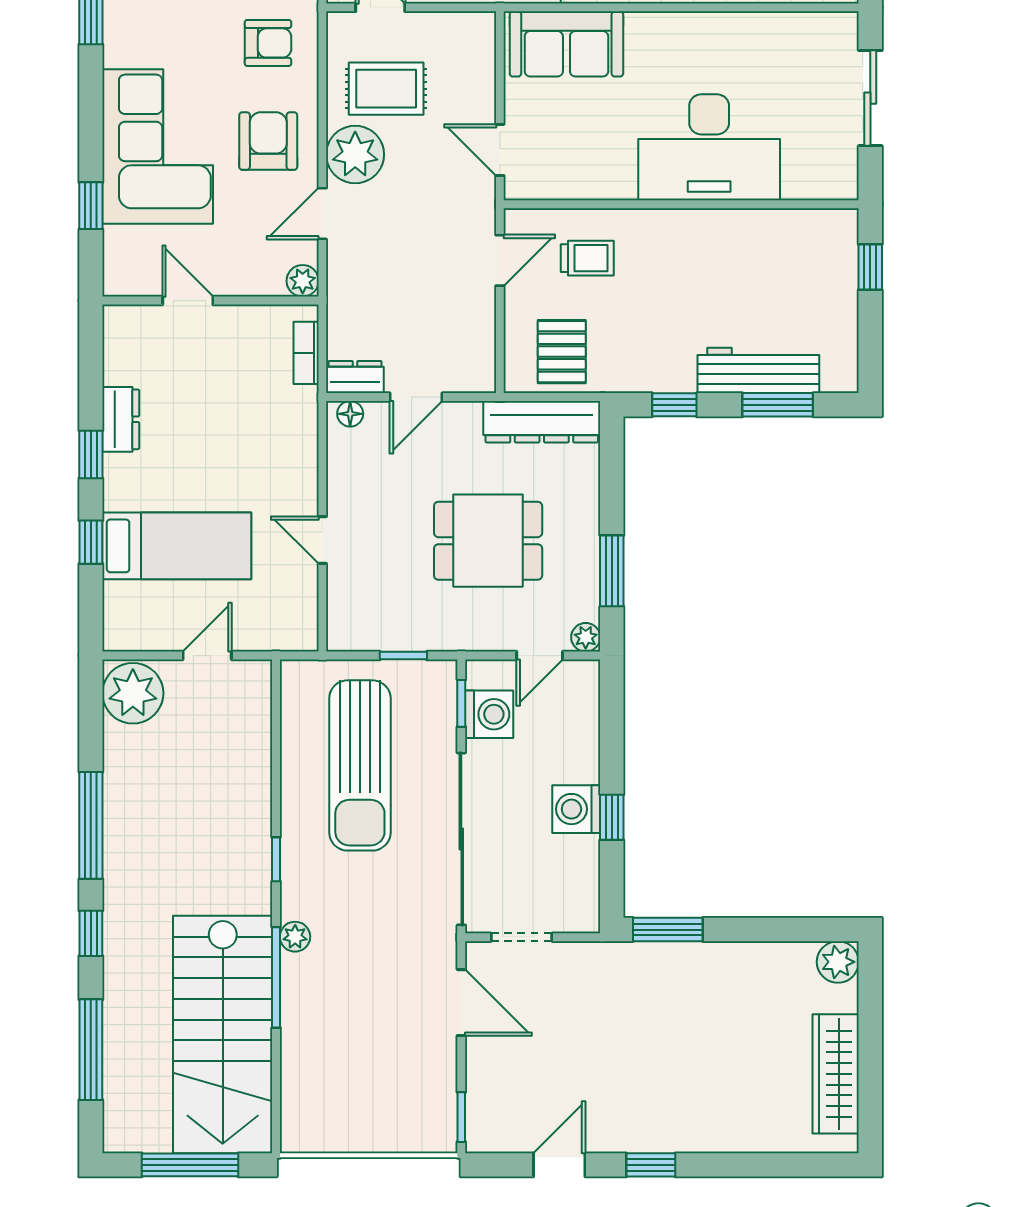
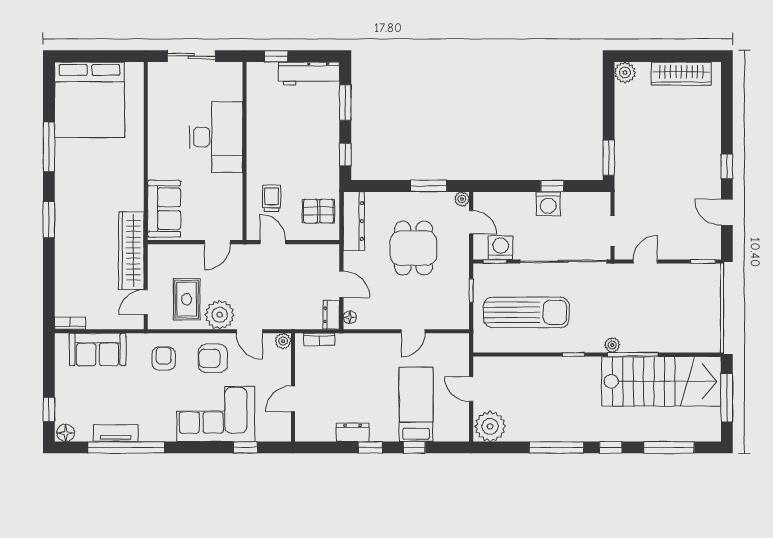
workbench: (758, 370) -> (309, 73), moved, turned -90
door: (461, 1003) -> (645, 261), width x0.73

